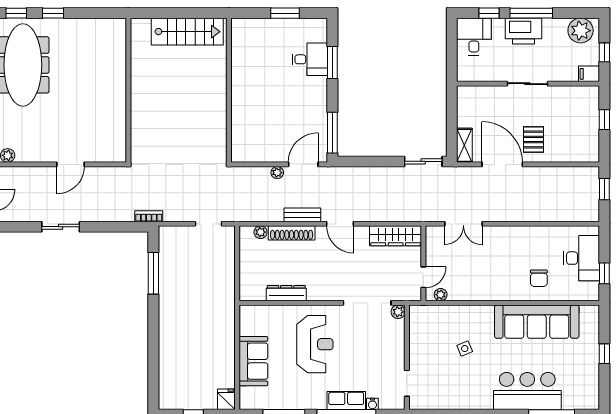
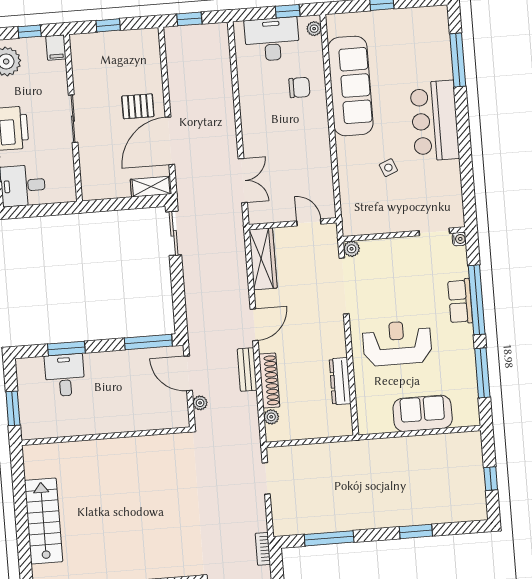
wall: (229, 90) -> (106, 436), moved
plant: (441, 295) -> (314, 29), moved
window: (153, 348) -> (416, 531), added
bar counter: (527, 391) -> (435, 121), moved
fridge: (226, 399) -> (470, 441), removed
water cooler: (372, 404) -> (459, 239), moved

